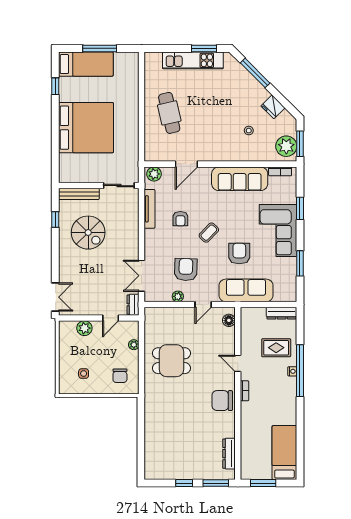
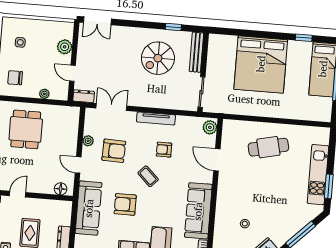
tv unit: (150, 209) -> (156, 118), moved
armchair: (239, 254) -> (125, 204), turned 180

